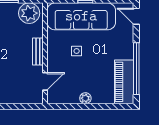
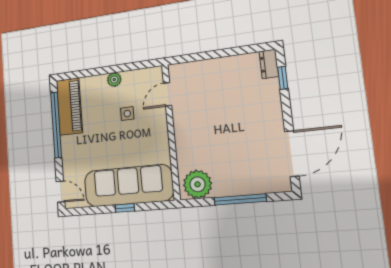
bench: (38, 51) -> (181, 133), removed
side table: (77, 51) -> (127, 114), moved

